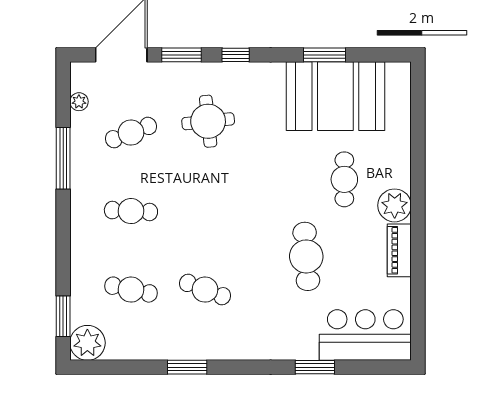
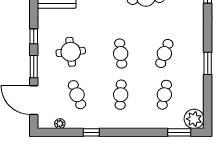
window: (63, 158) -> (91, 132), width x0.46
cafe table: (205, 211) -> (121, 54), added

